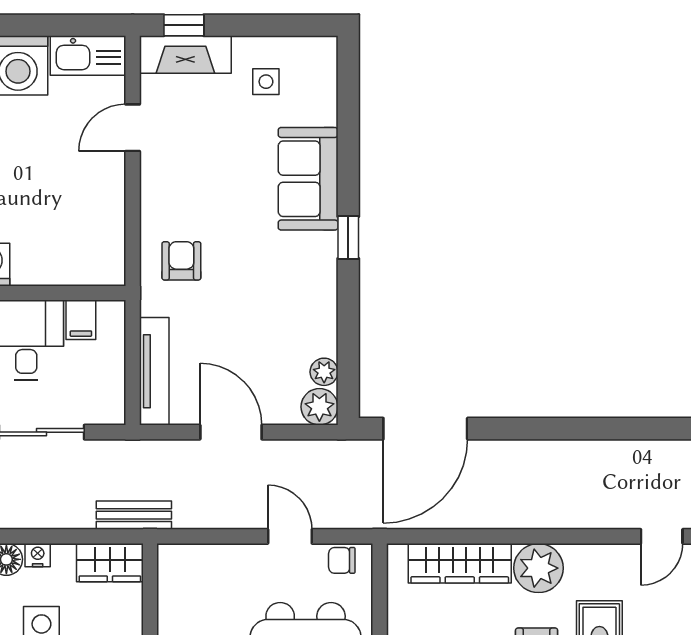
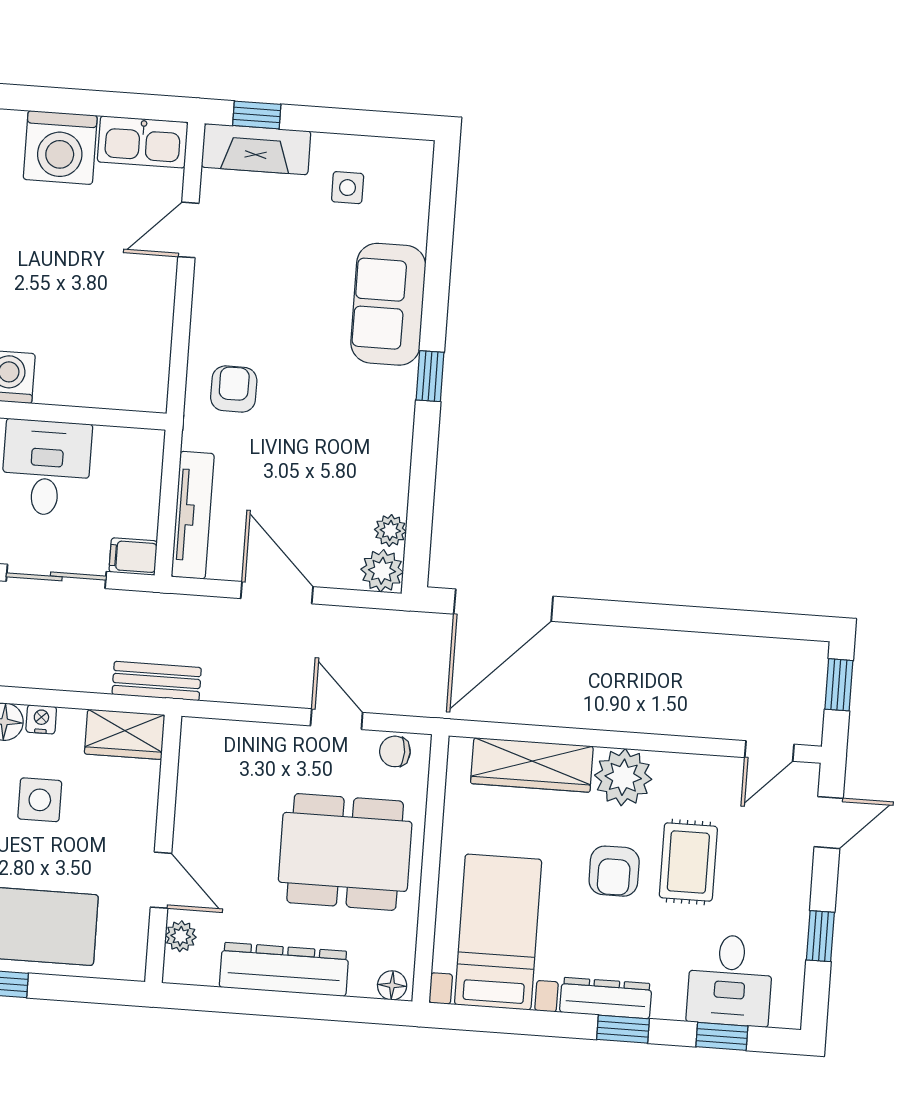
filing cabinet: (81, 320) -> (133, 557), moved, turned 90

